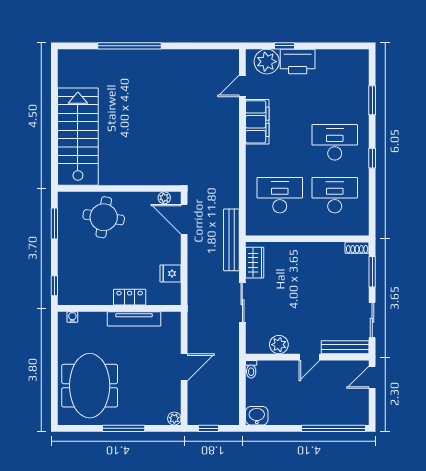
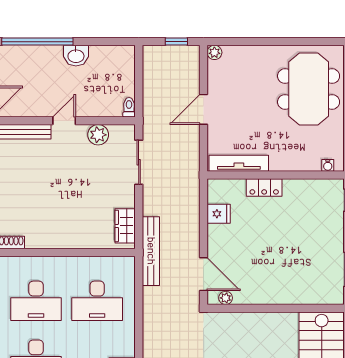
round table: (104, 217) -> (293, 276), removed
sliding door: (242, 302) -> (139, 162), moved
tv unit: (134, 319) -> (239, 163), moved
washbasin: (257, 416) -> (76, 56), moved
window: (124, 428) -> (271, 42), removed

